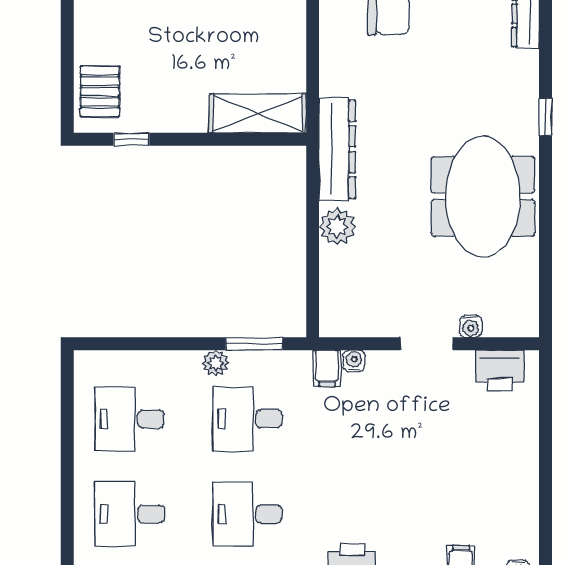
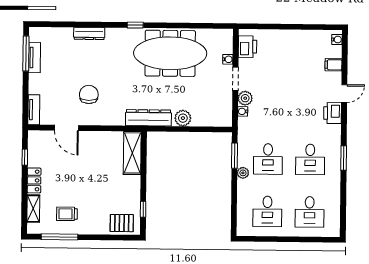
meeting table: (483, 196) -> (170, 53), width x1.36
plant: (384, 366) -> (245, 98), added
filing cabinet: (327, 368) -> (246, 123), removed

